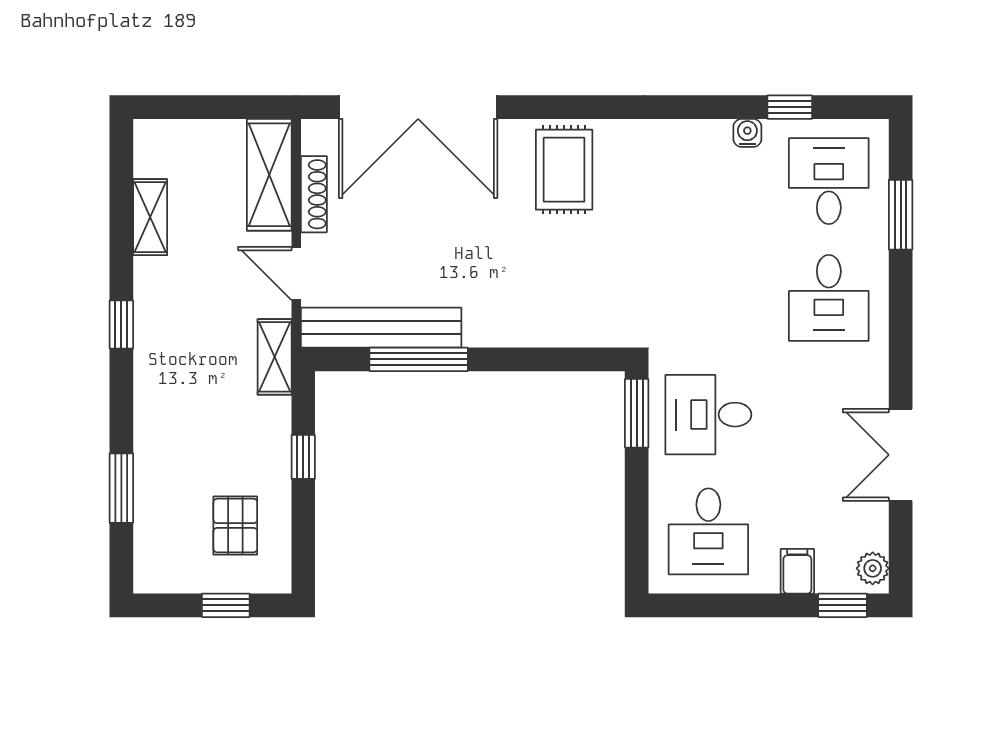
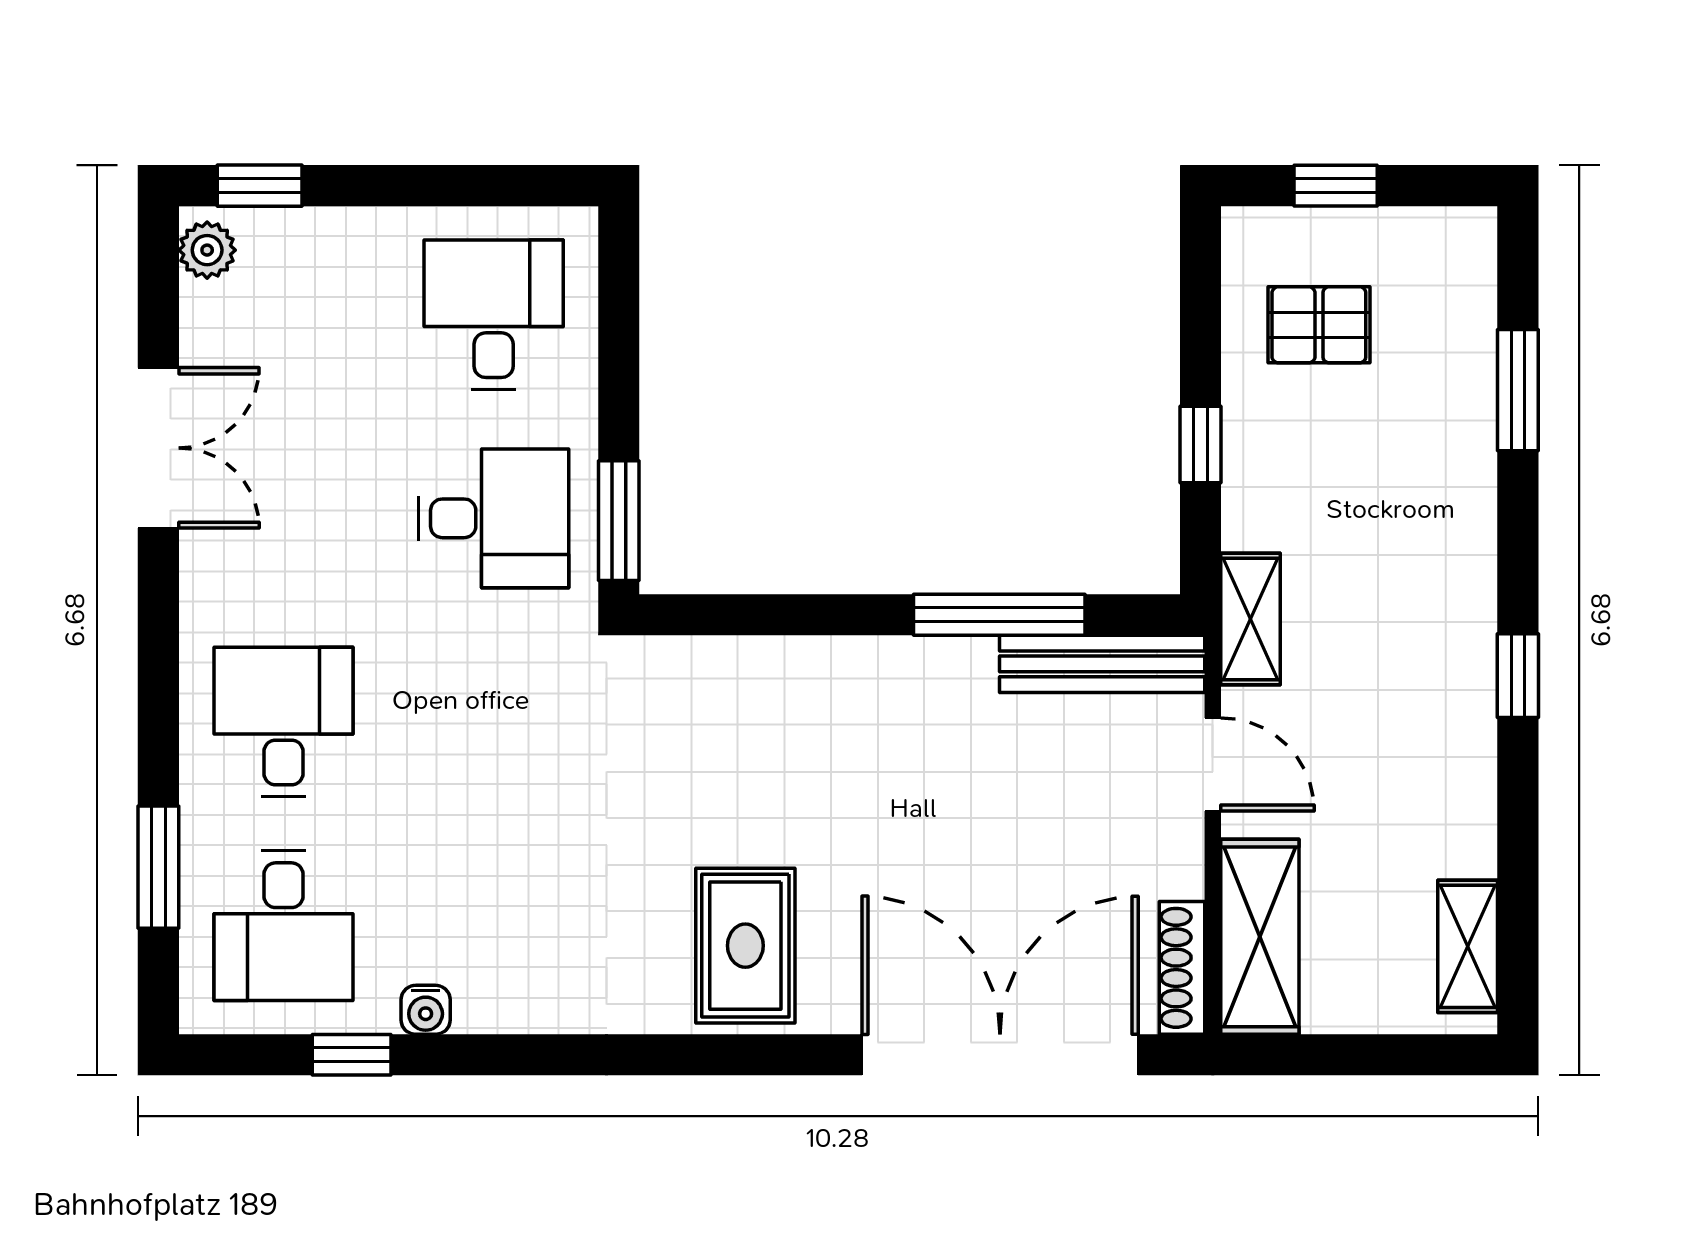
shoe rack: (314, 194) -> (1182, 968), moved
shelving: (150, 217) -> (1468, 946), moved
bench: (381, 328) -> (1102, 664), width x0.73, depth x0.82
pallet: (235, 526) -> (1319, 325), turned 90
filing cabinet: (797, 571) -> (338, 245), removed

